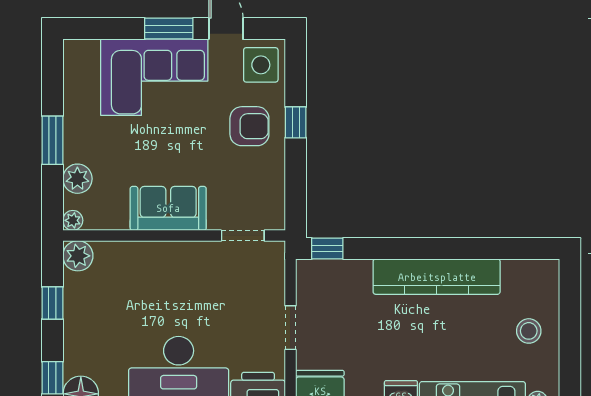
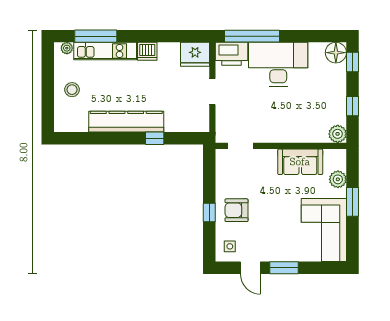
side table: (261, 65) -> (230, 246), width x0.54, depth x0.54
corner sofa: (154, 77) -> (324, 230), moved, turned -90
sofa: (168, 208) -> (300, 162), moved
plant: (73, 220) -> (341, 155), removed
window: (327, 248) -> (155, 138), moved

